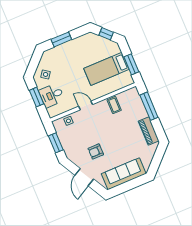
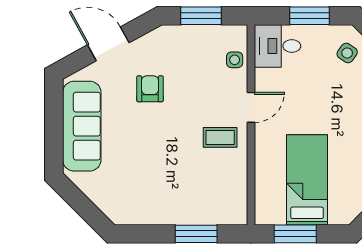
desk: (52, 95) -> (277, 46), moved, turned -90
coffee table: (114, 105) -> (220, 137), moved
window: (149, 106) -> (196, 234), width x0.69
piano: (149, 131) -> (147, 212), removed

